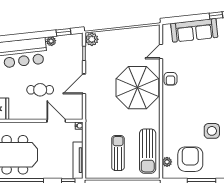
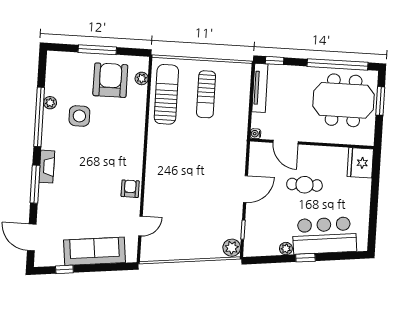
window: (63, 32) -> (305, 258), moved
parasol: (137, 88) -> (175, 180), removed
armchair: (190, 159) -> (110, 80), turned 180

